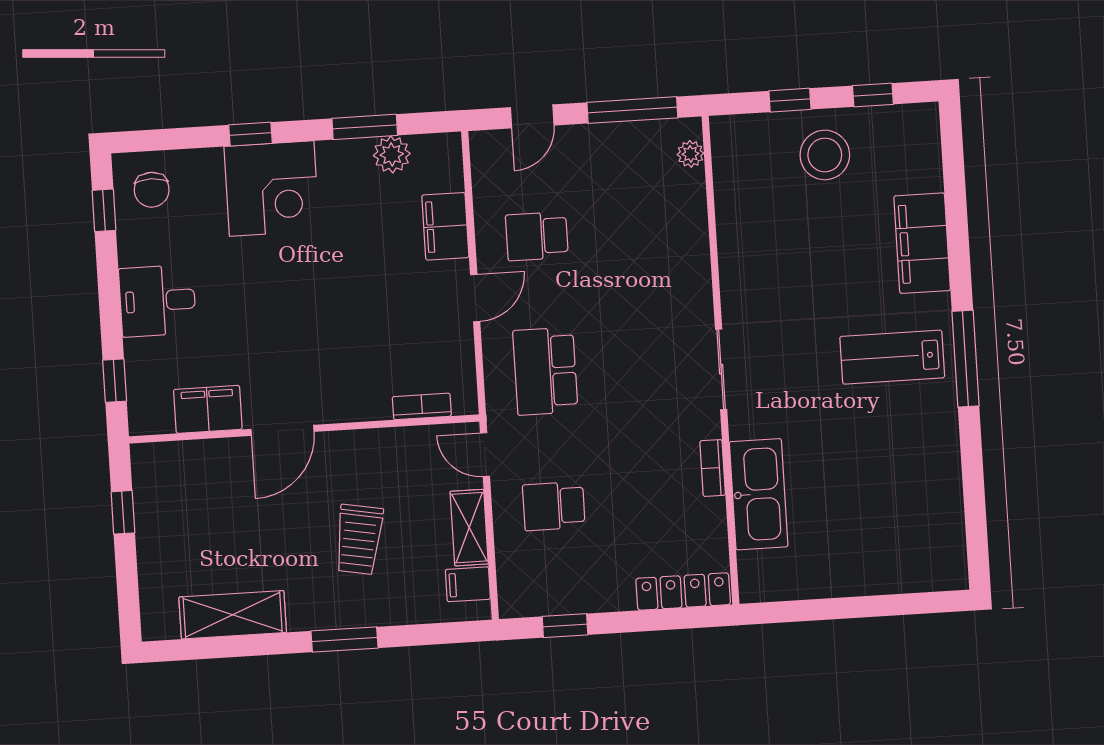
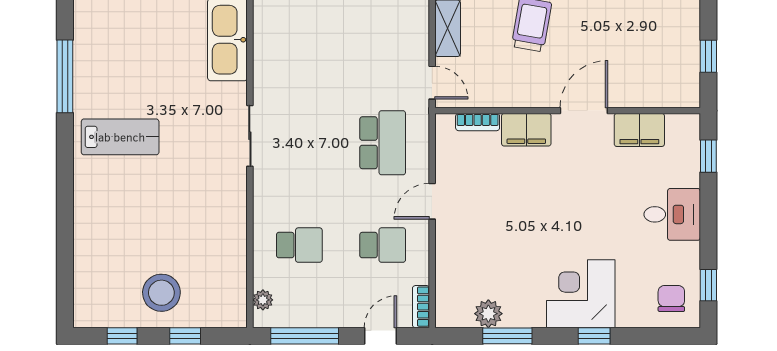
filing cabinet: (445, 226) -> (526, 130), moved, turned 90
filing cabinet: (922, 243) -> (92, 221), removed
window: (965, 359) -> (65, 76), moved
bookcase: (713, 468) -> (421, 307), moved, turned 180
school desk: (554, 506) -> (299, 245), moved

